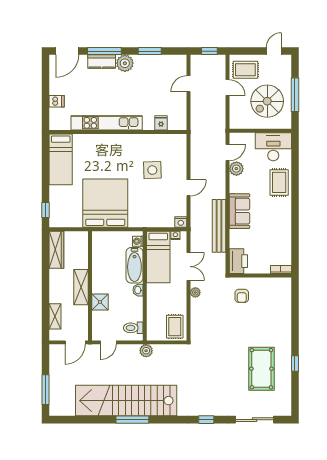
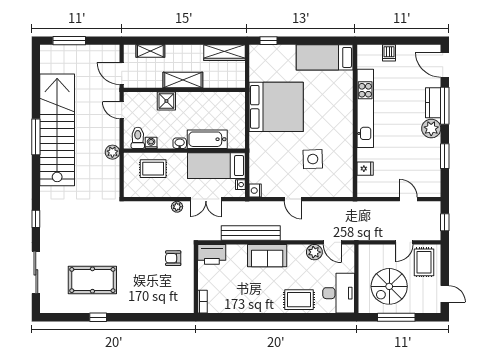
spiral stairs: (267, 101) -> (389, 286), turned -90
washing machine: (138, 241) -> (151, 143), moved
rug: (175, 327) -> (153, 169), moved

